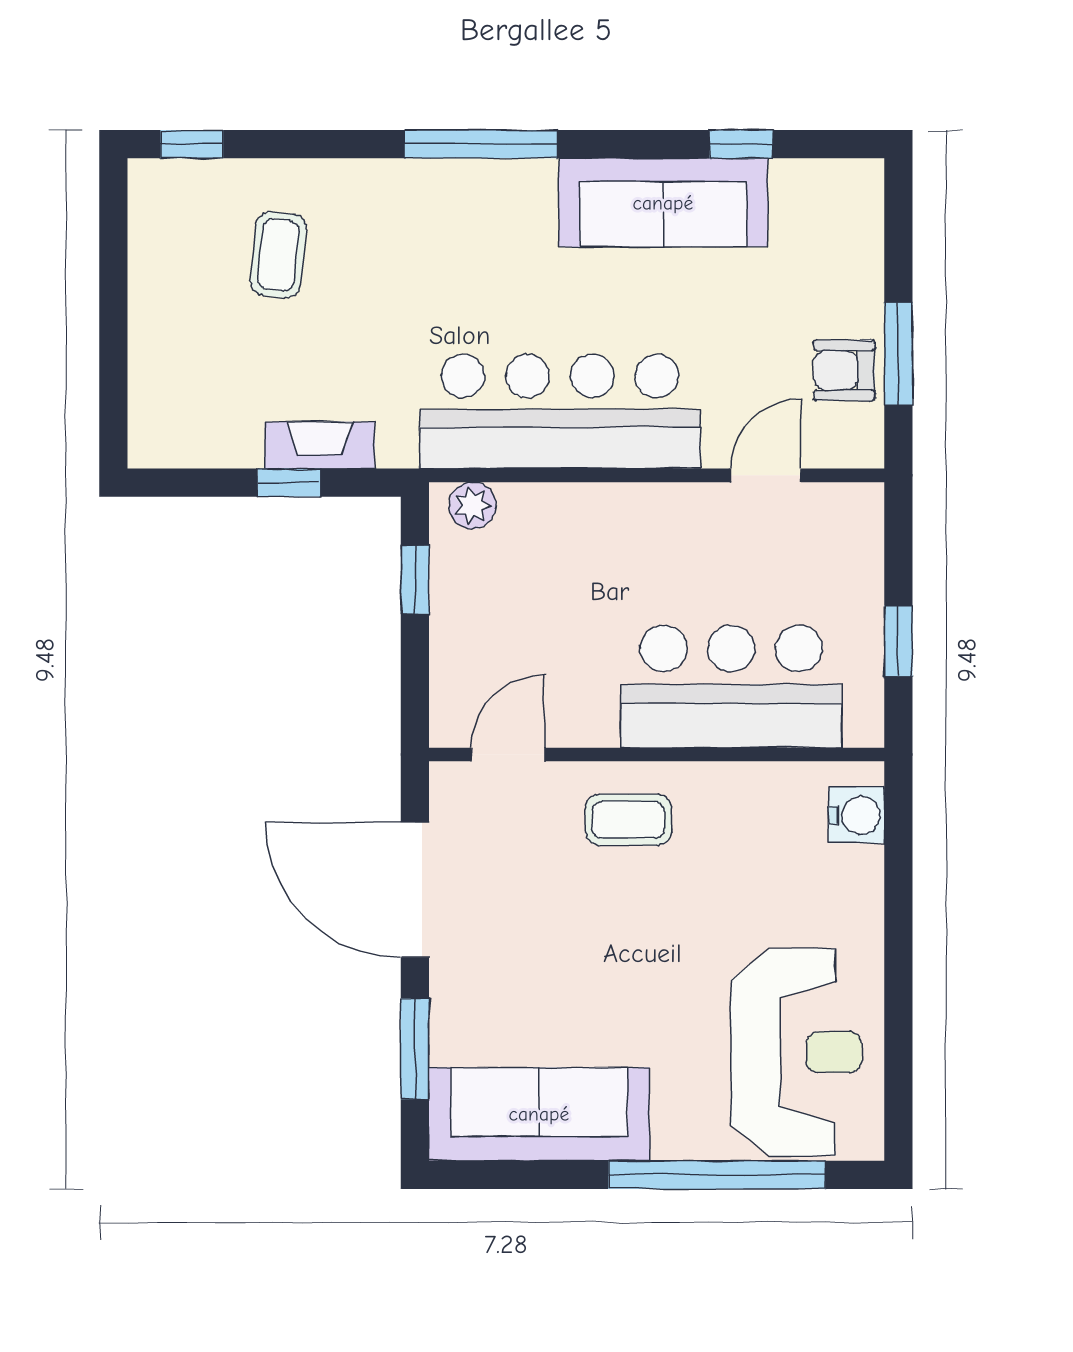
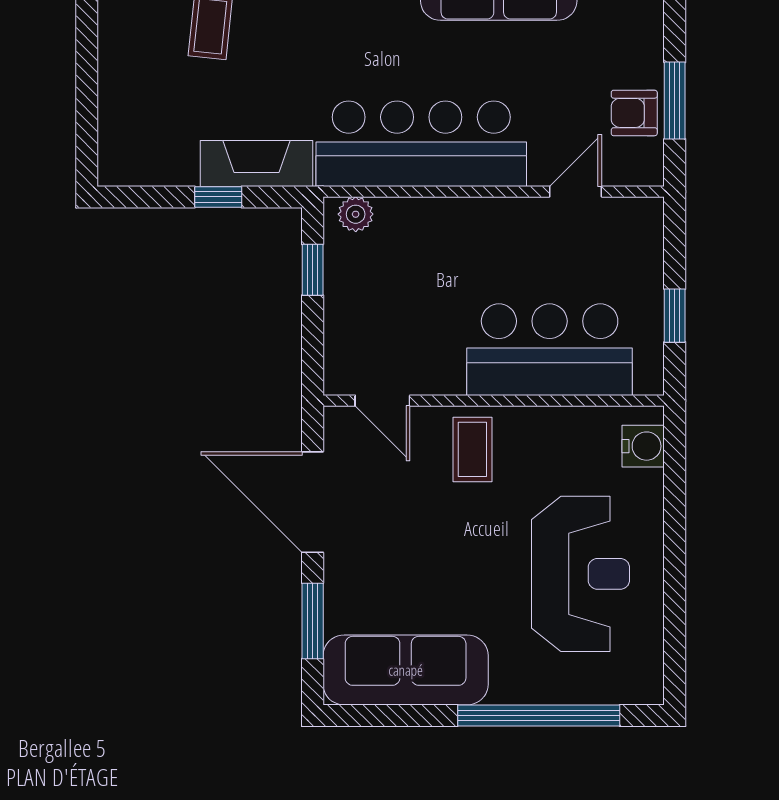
fireplace: (320, 445) -> (257, 163), width x1.37, depth x1.32
door: (508, 754) -> (382, 401), swing flipped
coffee table: (628, 820) -> (472, 449), turned 90
reception desk: (796, 1052) -> (580, 574), moved

